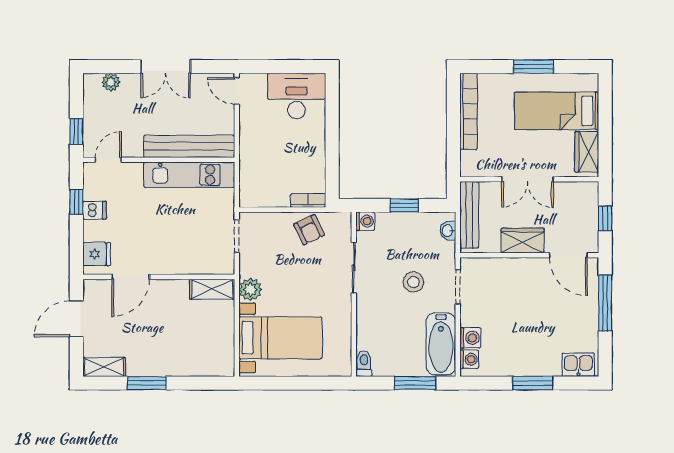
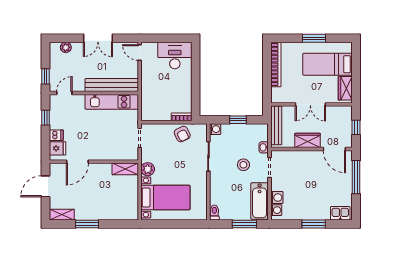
dishwasher: (95, 210) -> (56, 135), moved
washbasin: (448, 231) -> (264, 147), moved

